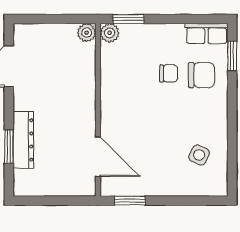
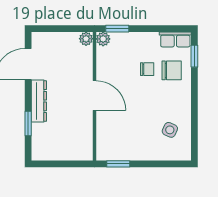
dresser: (23, 140) -> (39, 101), moved
door: (98, 157) -> (94, 95), moved

